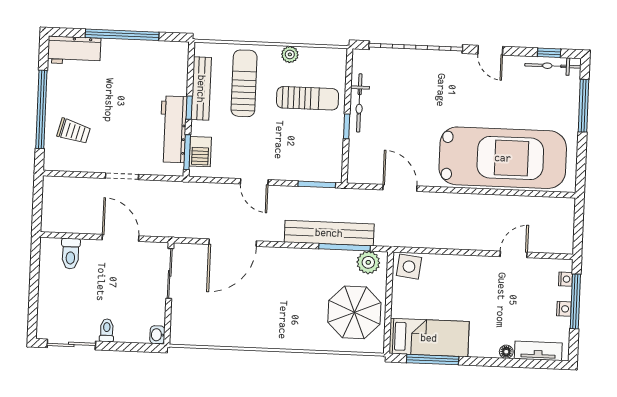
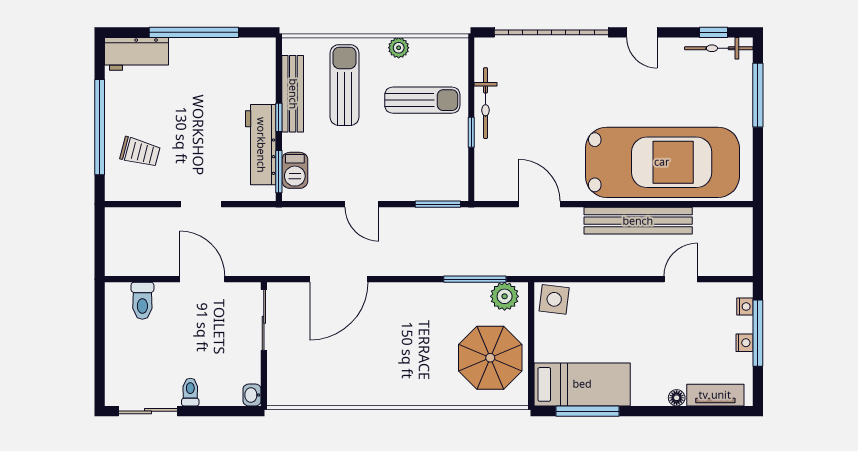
bench: (329, 233) -> (638, 221), moved

